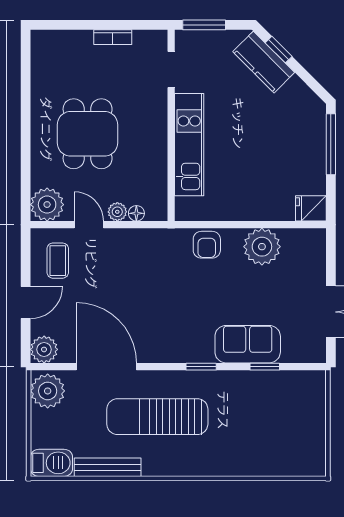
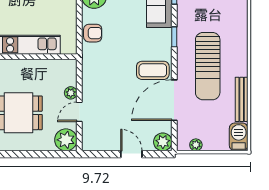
floor lamp: (136, 213) -> (72, 80), removed
coffee table: (58, 261) -> (153, 70), moved, width x1.36, depth x1.30
plant: (48, 391) -> (196, 145), width x0.53, depth x0.53

